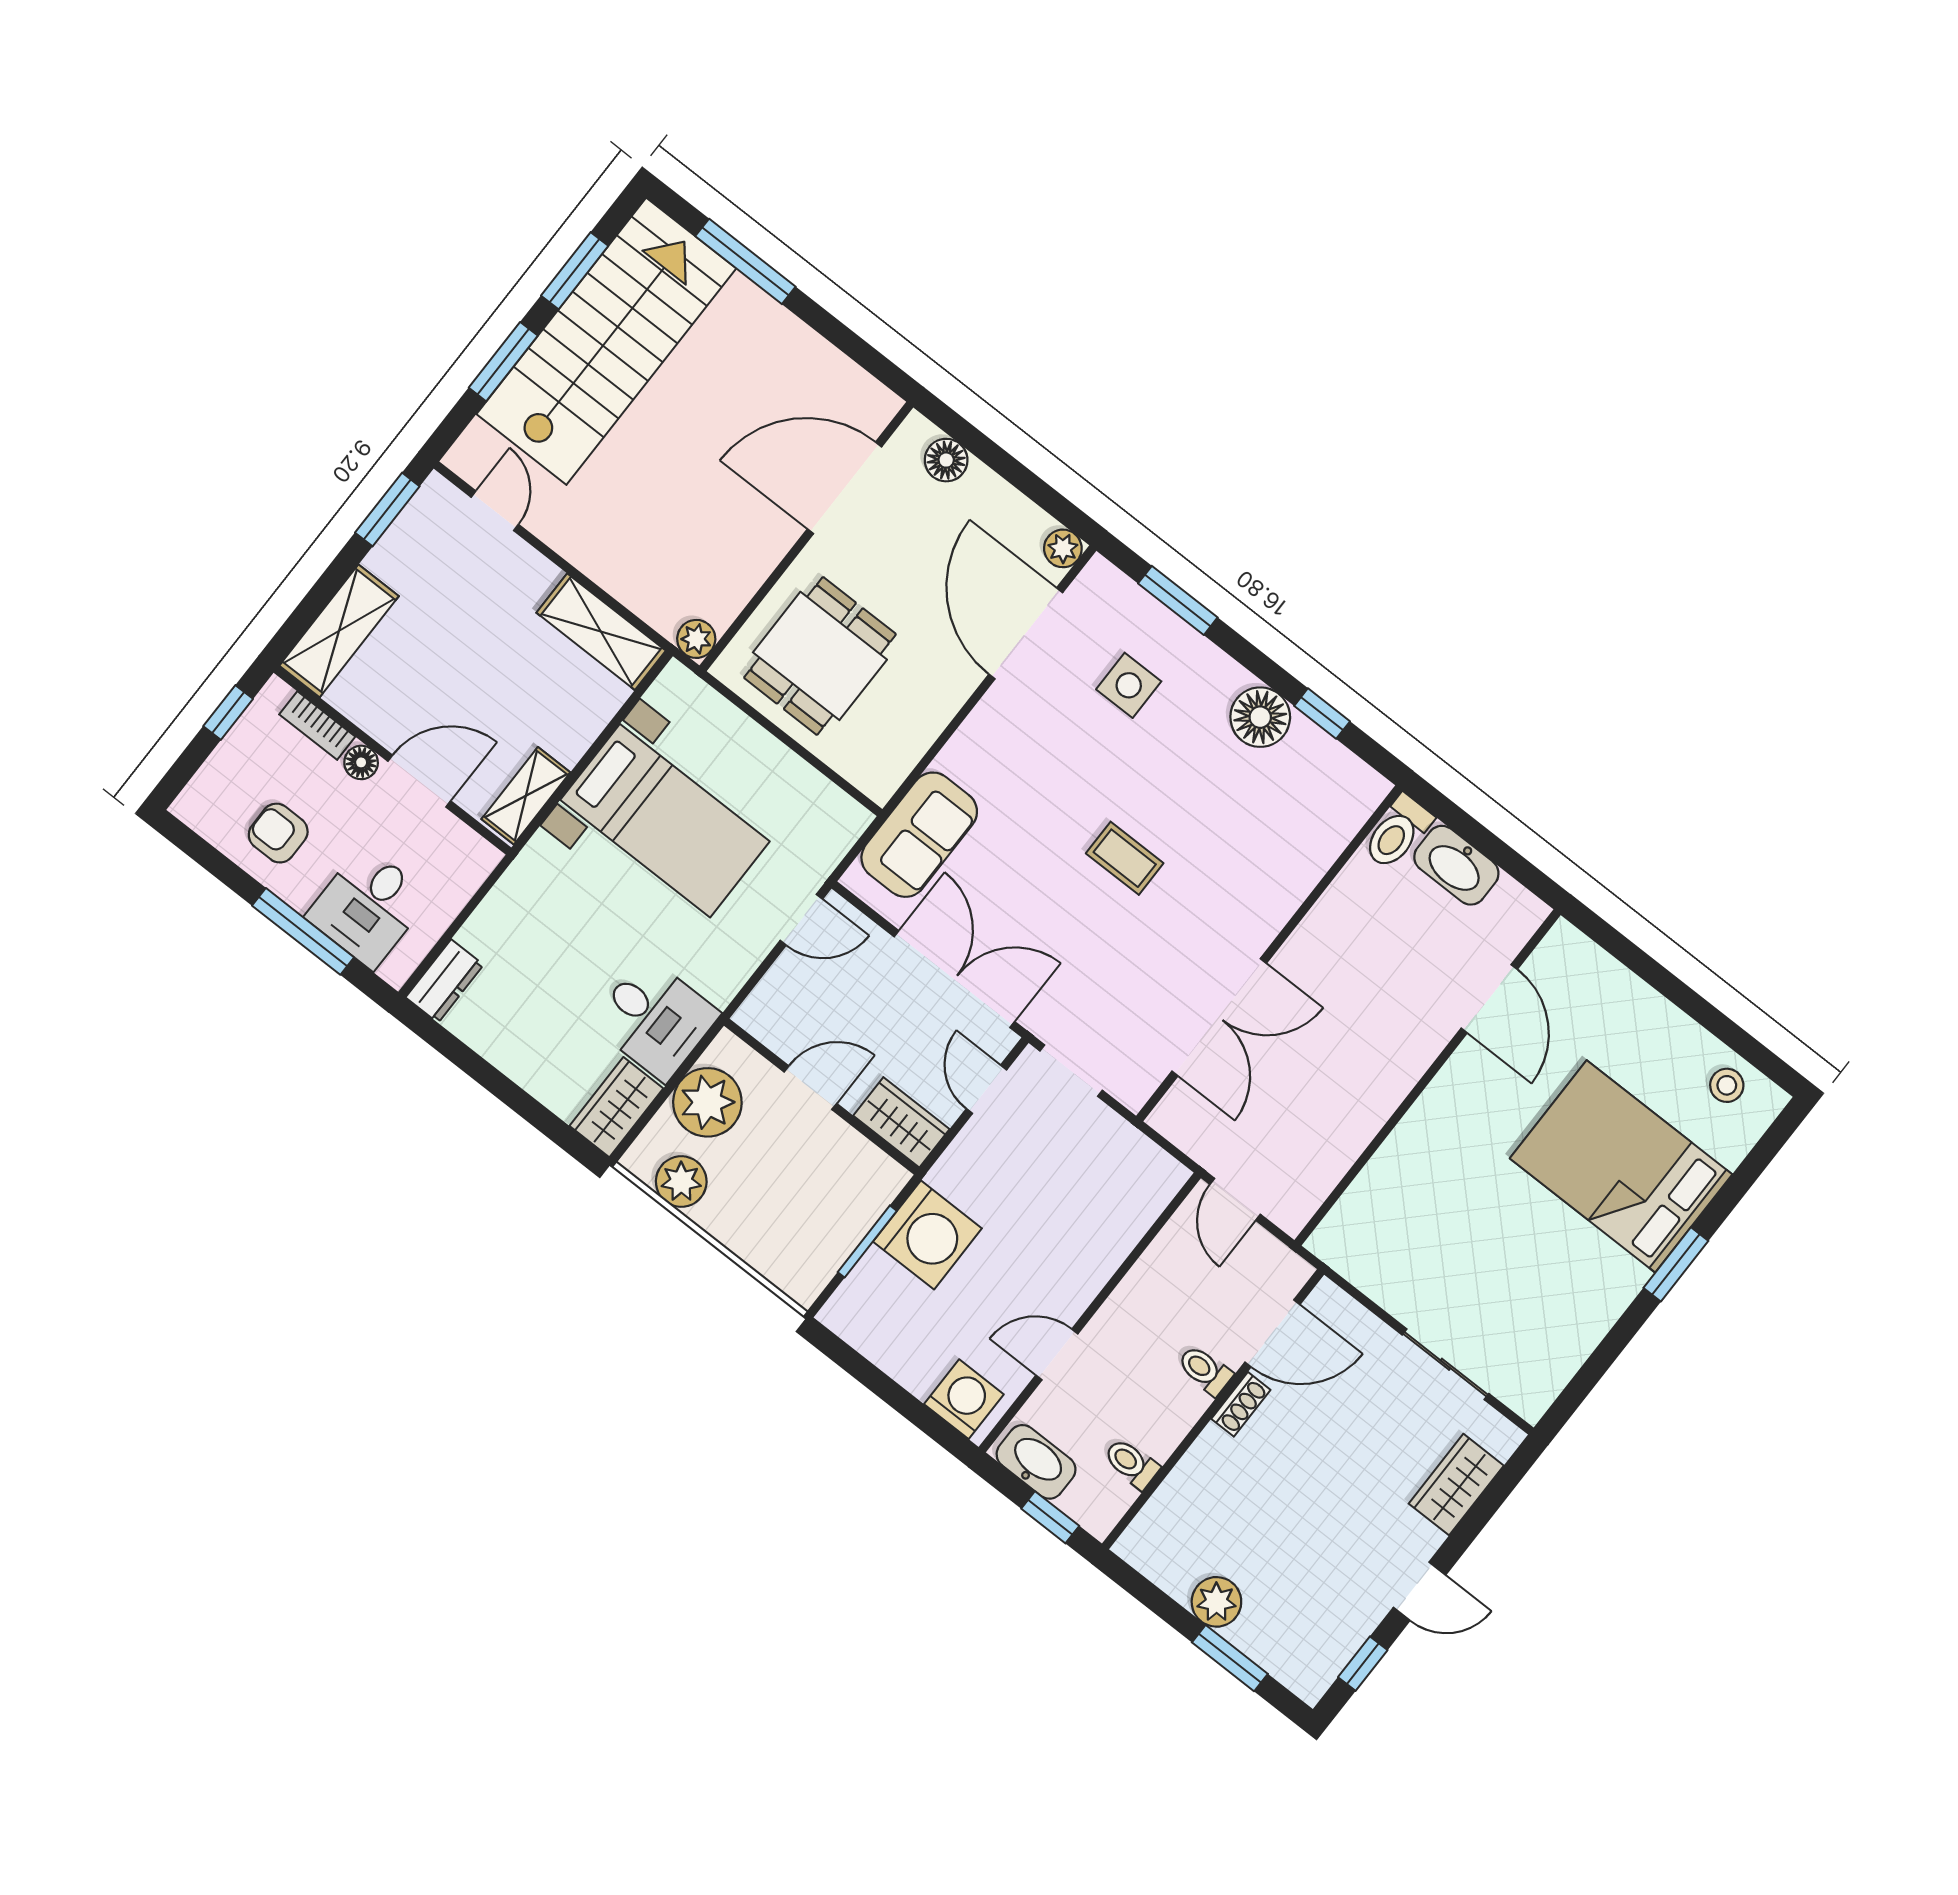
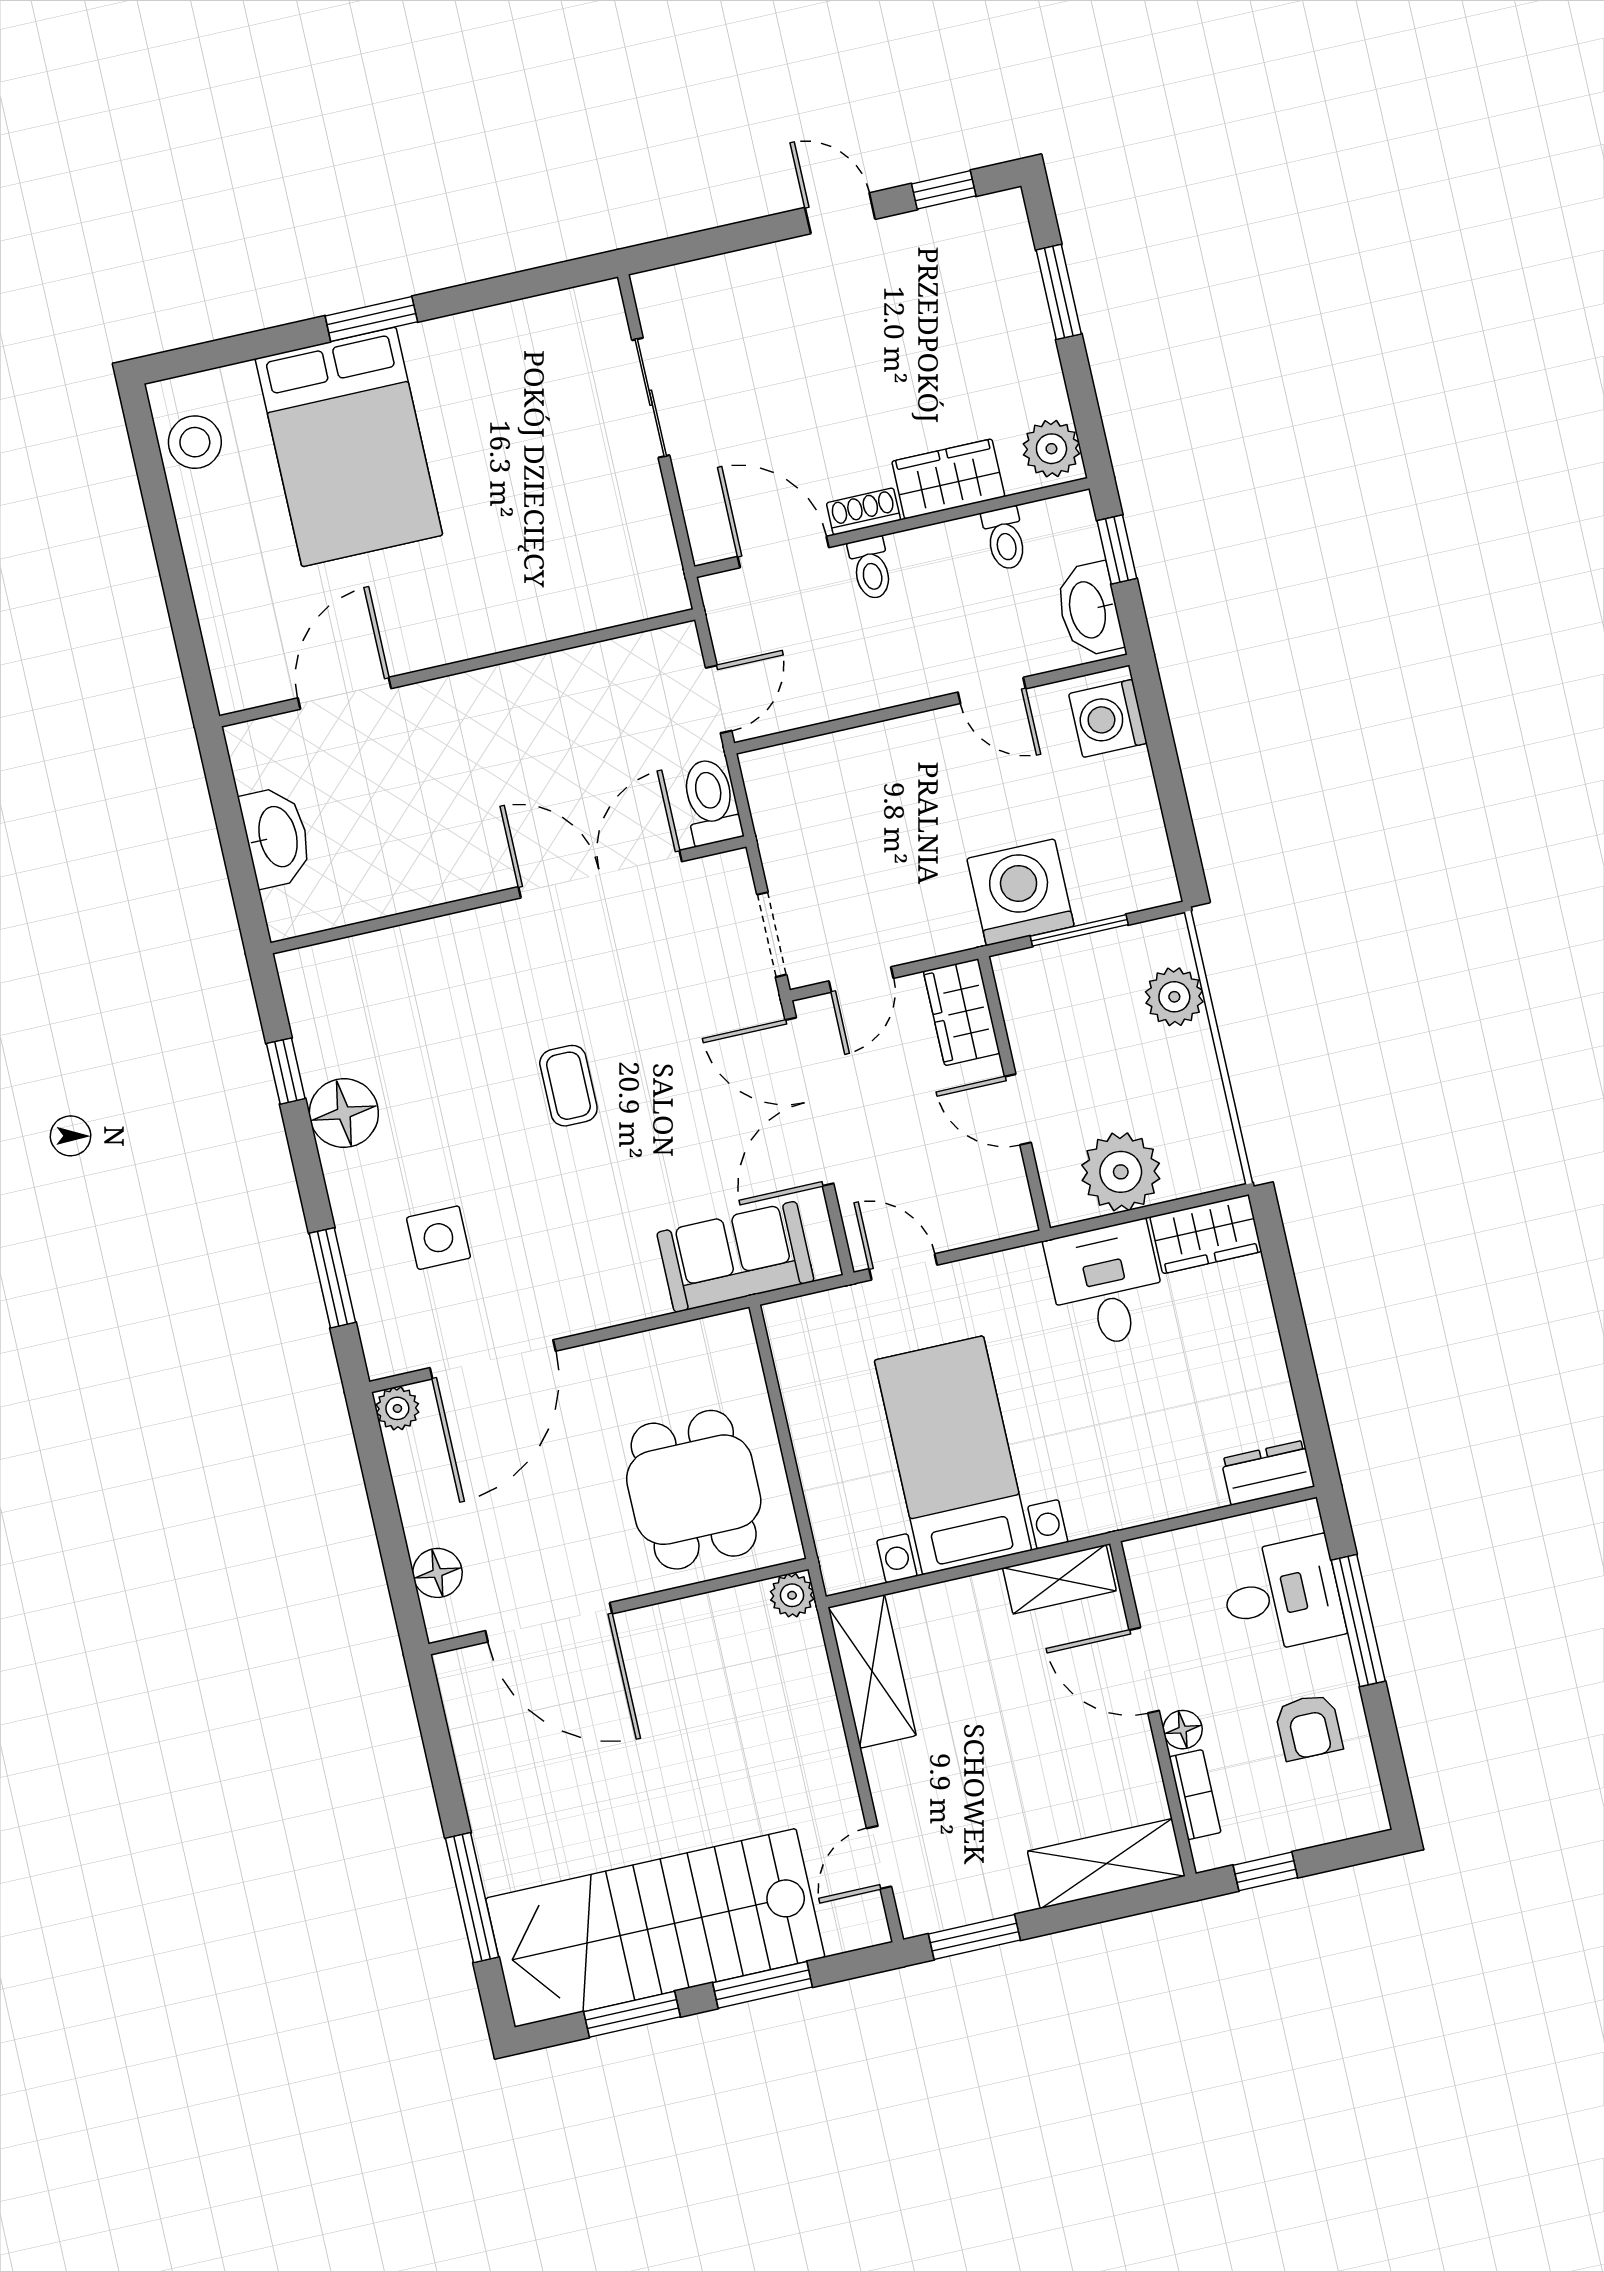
dining table: (820, 656) -> (694, 1490), turned 90
toilet: (1397, 832) -> (711, 802), moved, turned -90
stool: (1727, 1085) -> (195, 442), width x1.37, depth x1.37
plant: (681, 1182) -> (1174, 997), moved
wardrobe: (1456, 1485) -> (948, 479), moved, turned 180
plant: (1216, 1602) -> (1051, 449), moved

